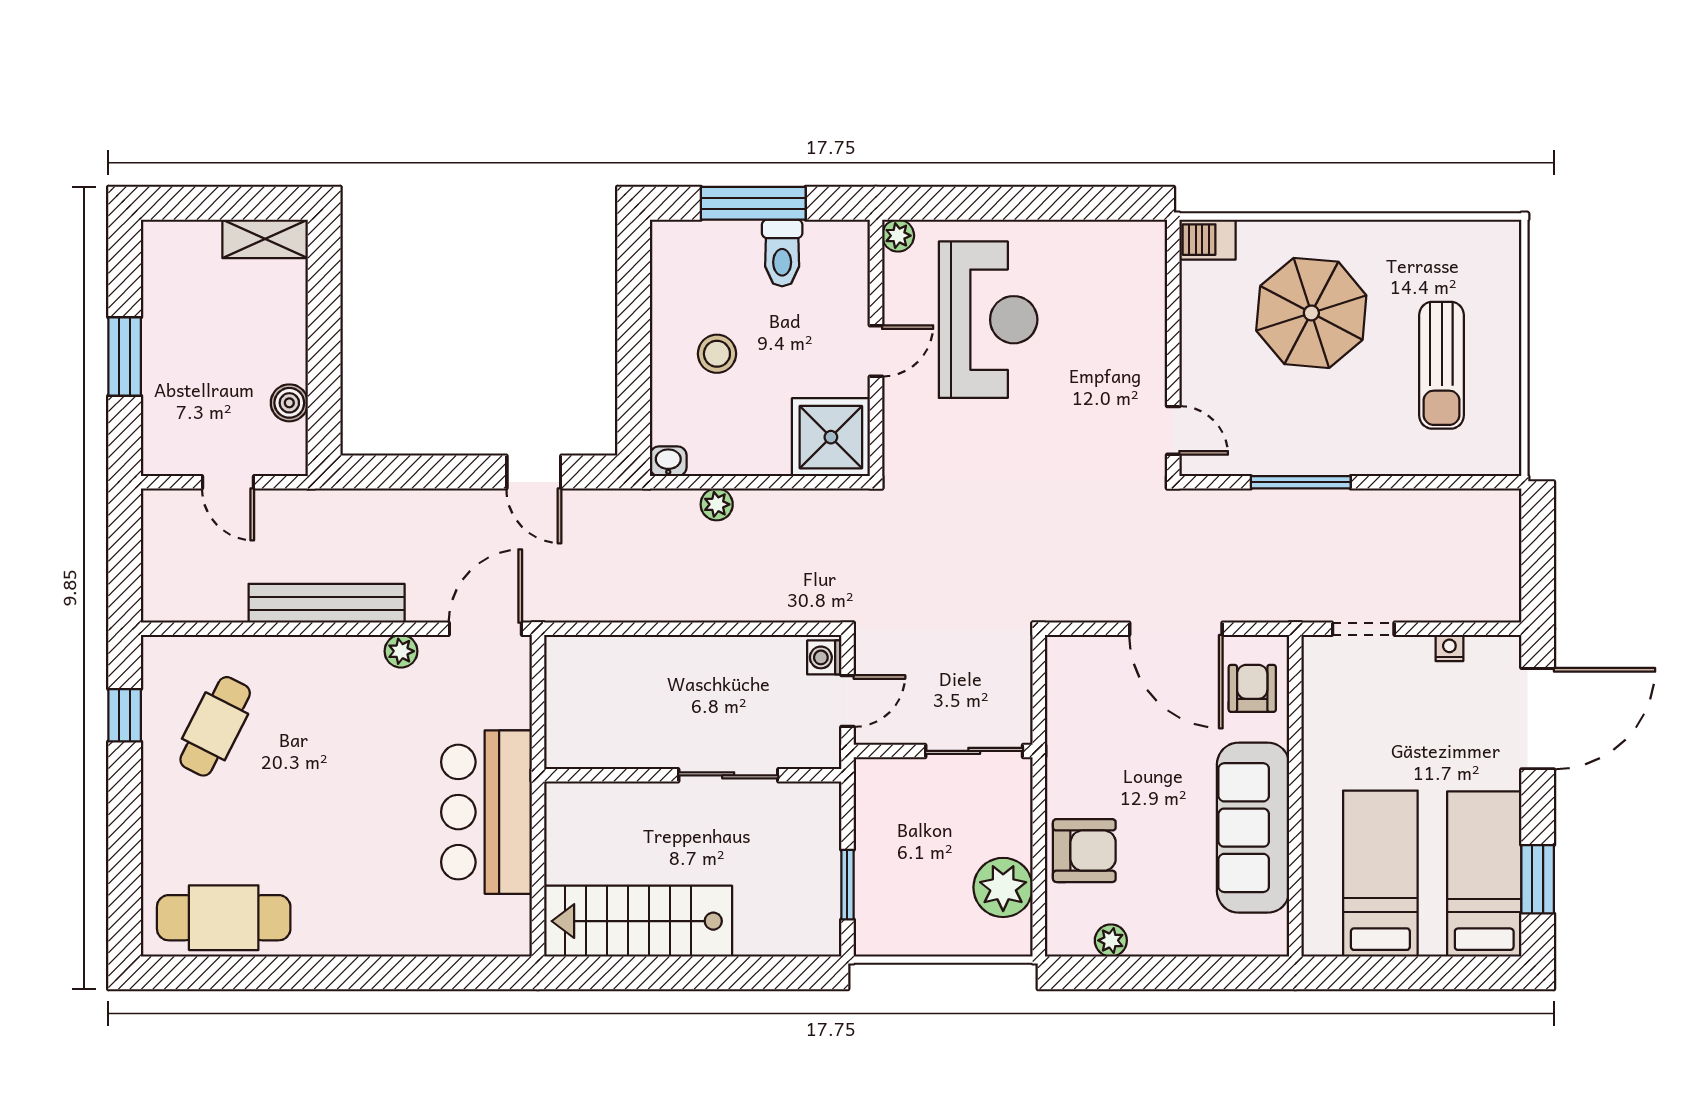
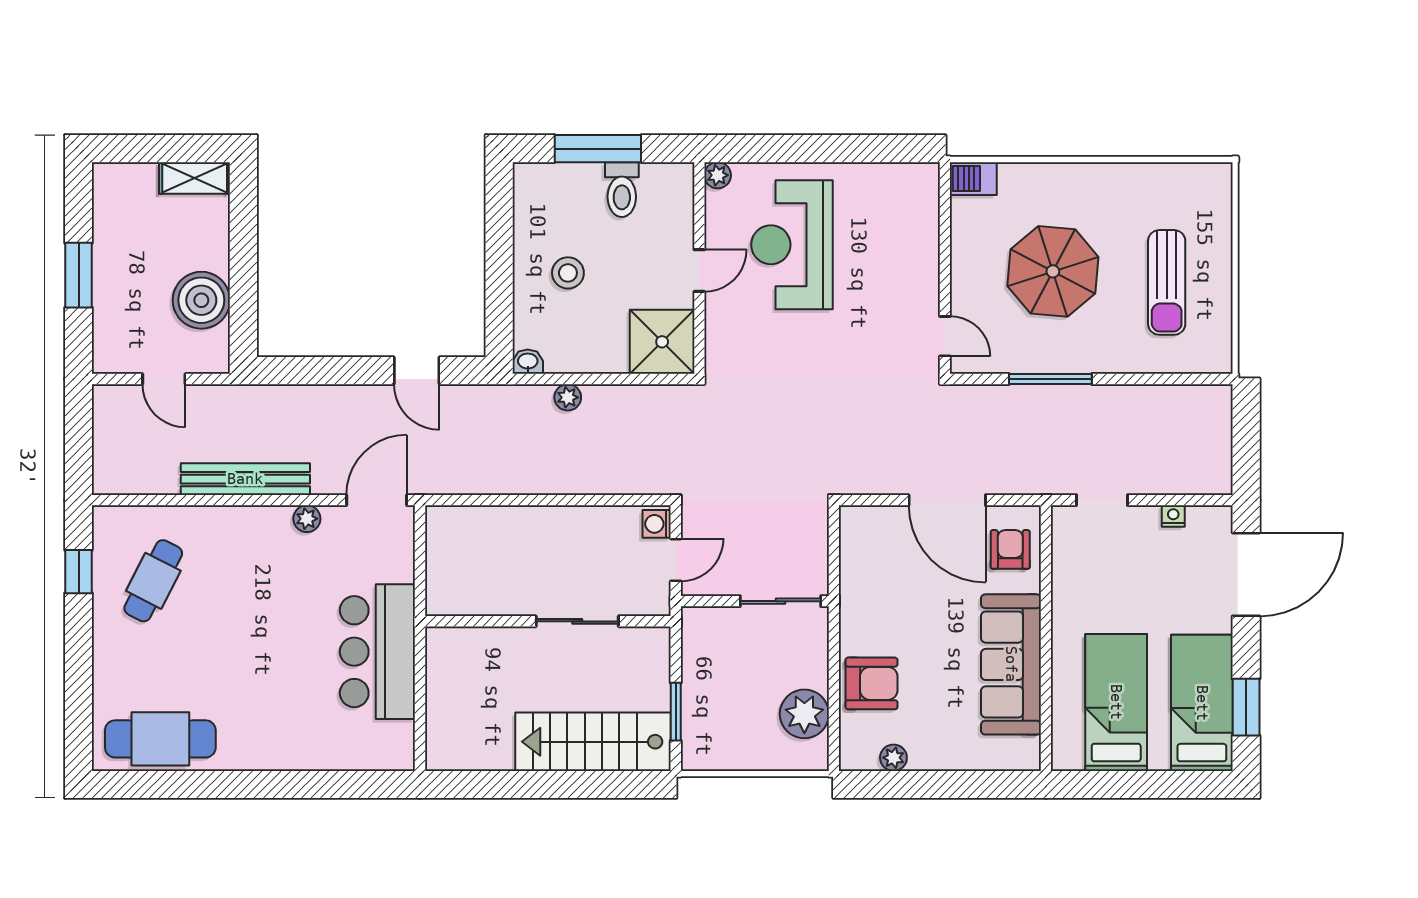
parasol: (1311, 313) -> (1053, 271), moved
reception desk: (988, 320) -> (792, 245), turned 180
boiler: (289, 403) -> (201, 300), width x1.86, depth x1.86
stairs: (638, 921) -> (593, 742), moved

